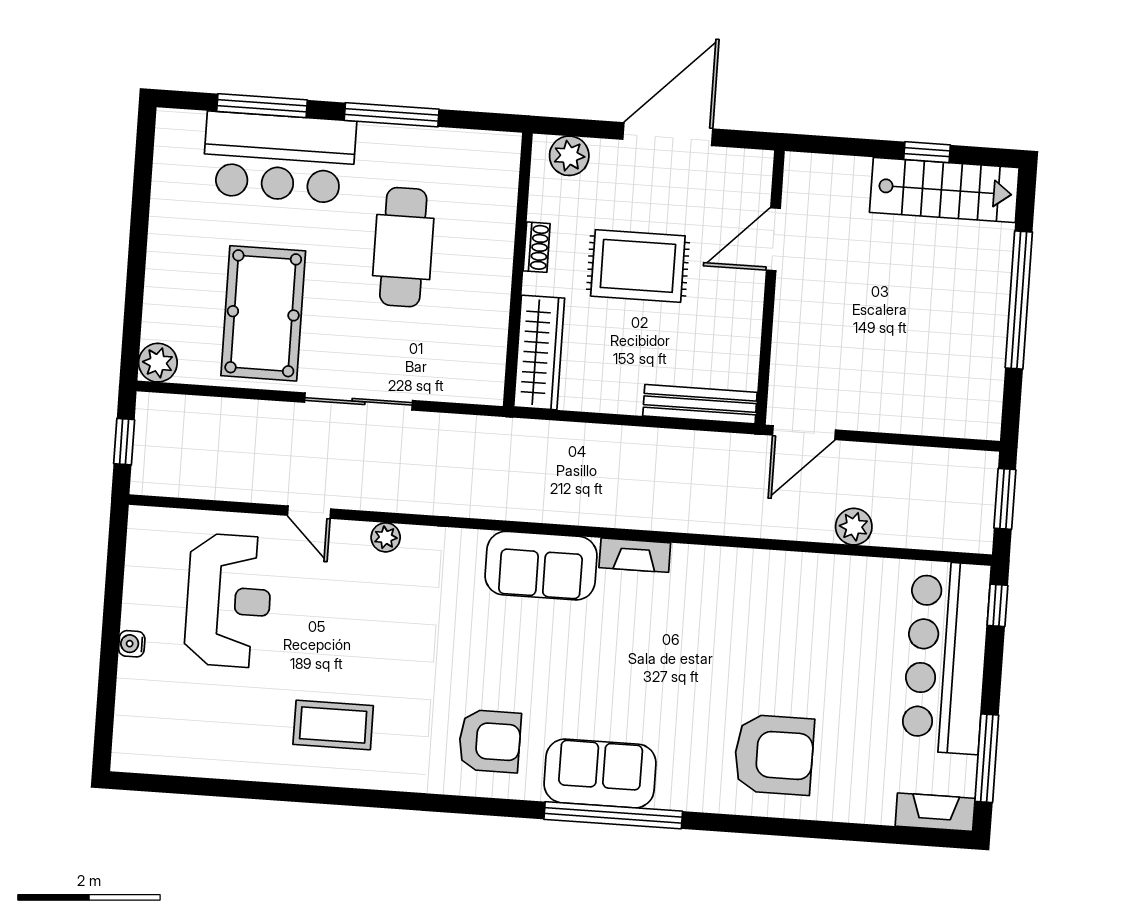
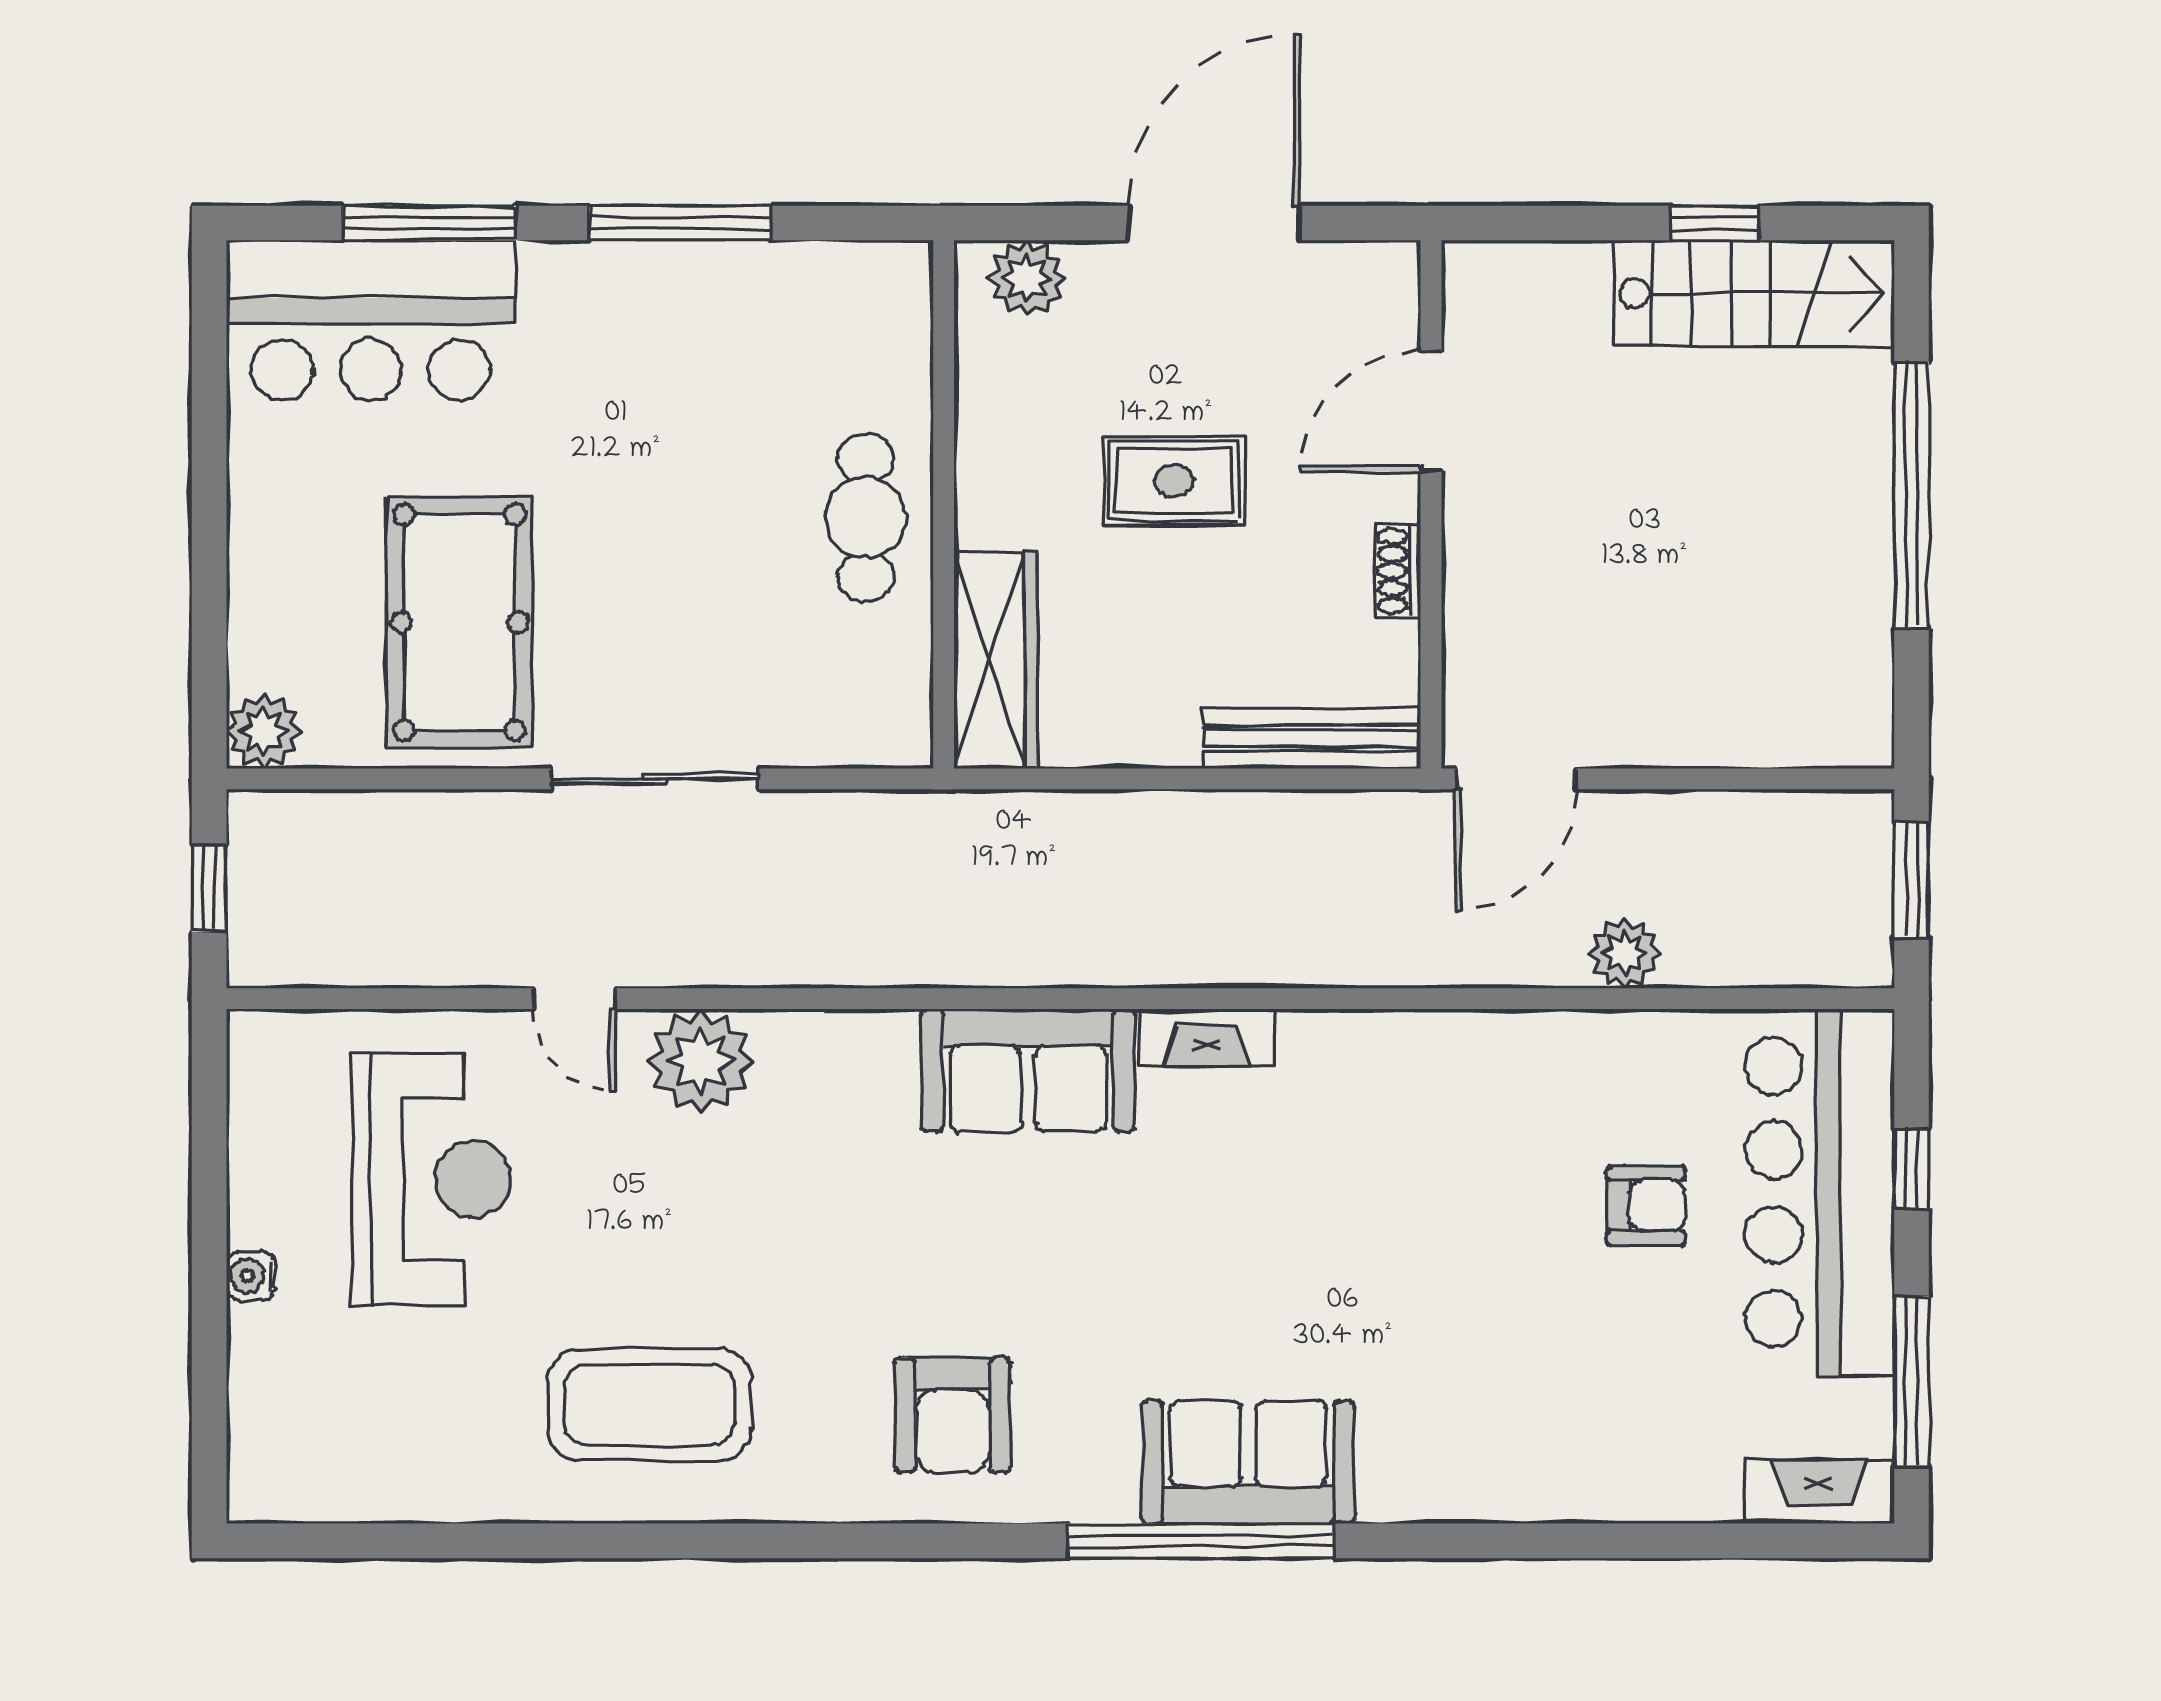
bar counter: (279, 157) -> (371, 320), moved
cafe table: (403, 247) -> (866, 518), moved, width x0.73, depth x0.74
shoe rack: (537, 247) -> (1398, 571), moved, turned 180
rug: (638, 266) -> (1174, 481), width x0.73, depth x0.70
plant: (386, 537) -> (701, 1061), width x1.87, depth x1.87
window: (997, 605) -> (1911, 1169), moved
coffee table: (333, 725) -> (649, 1405), width x1.36, depth x1.32
armchair: (490, 741) -> (953, 1415), turned 90
armchair: (774, 755) -> (1646, 1205), moved, width x0.53, depth x0.53
sofa: (600, 773) -> (1248, 1462), moved

